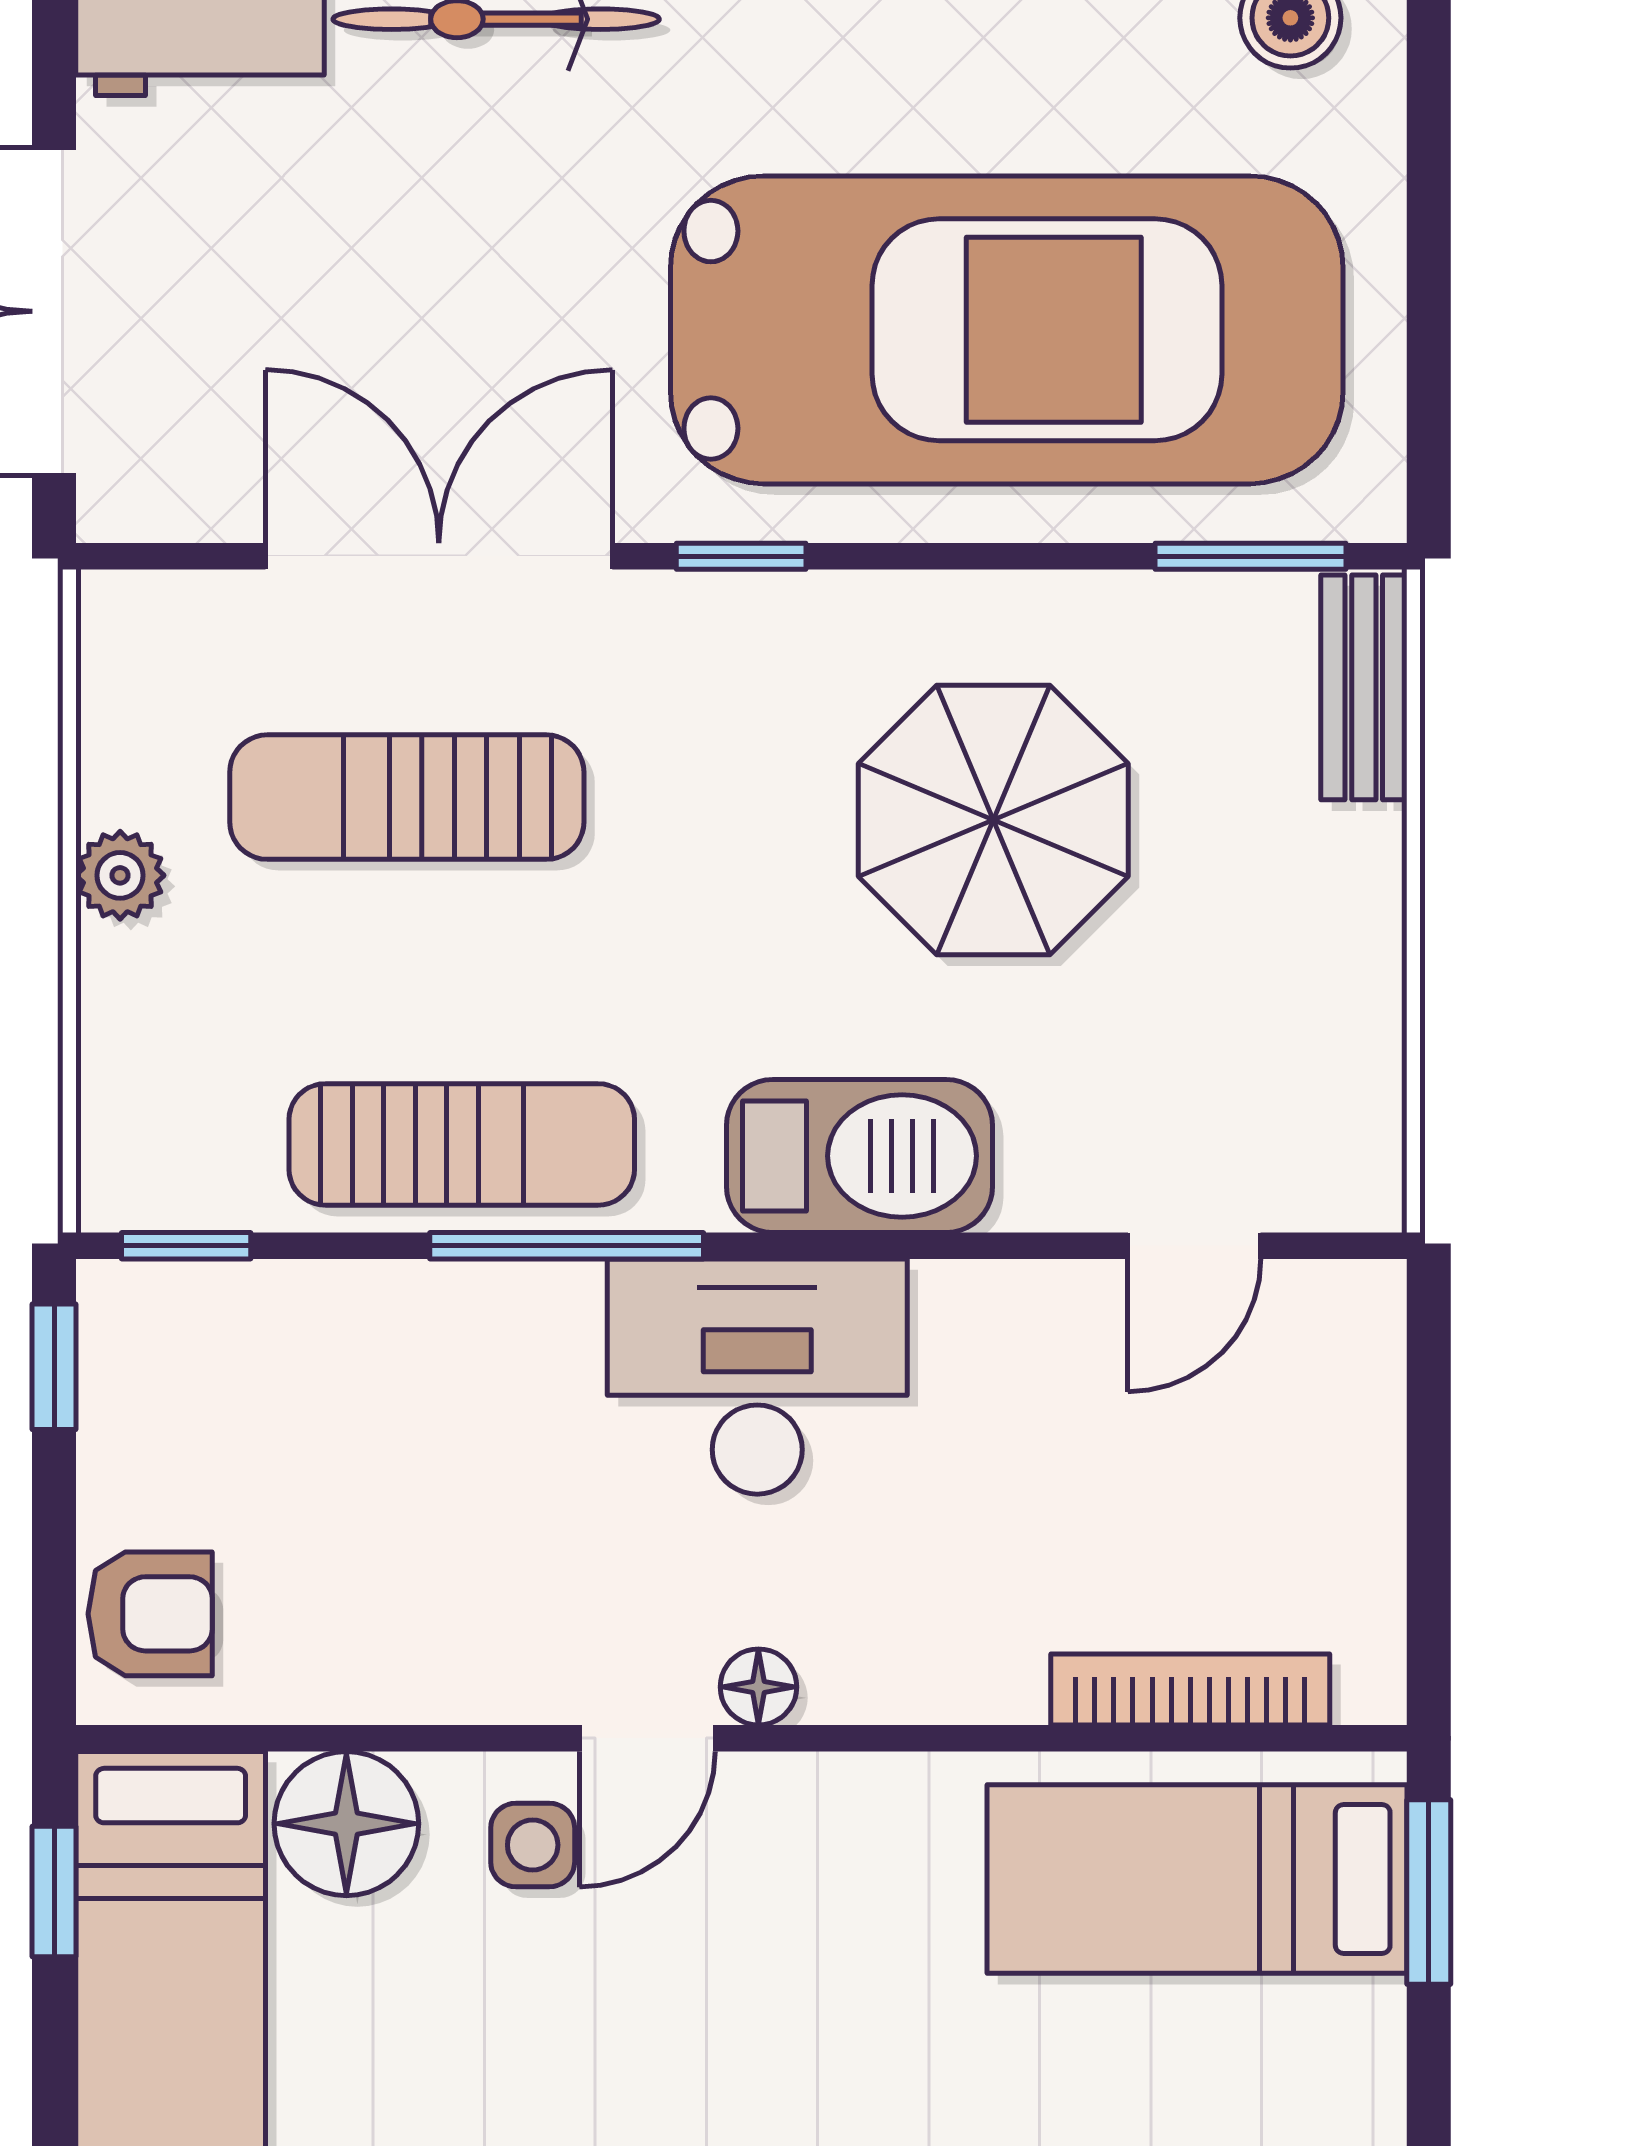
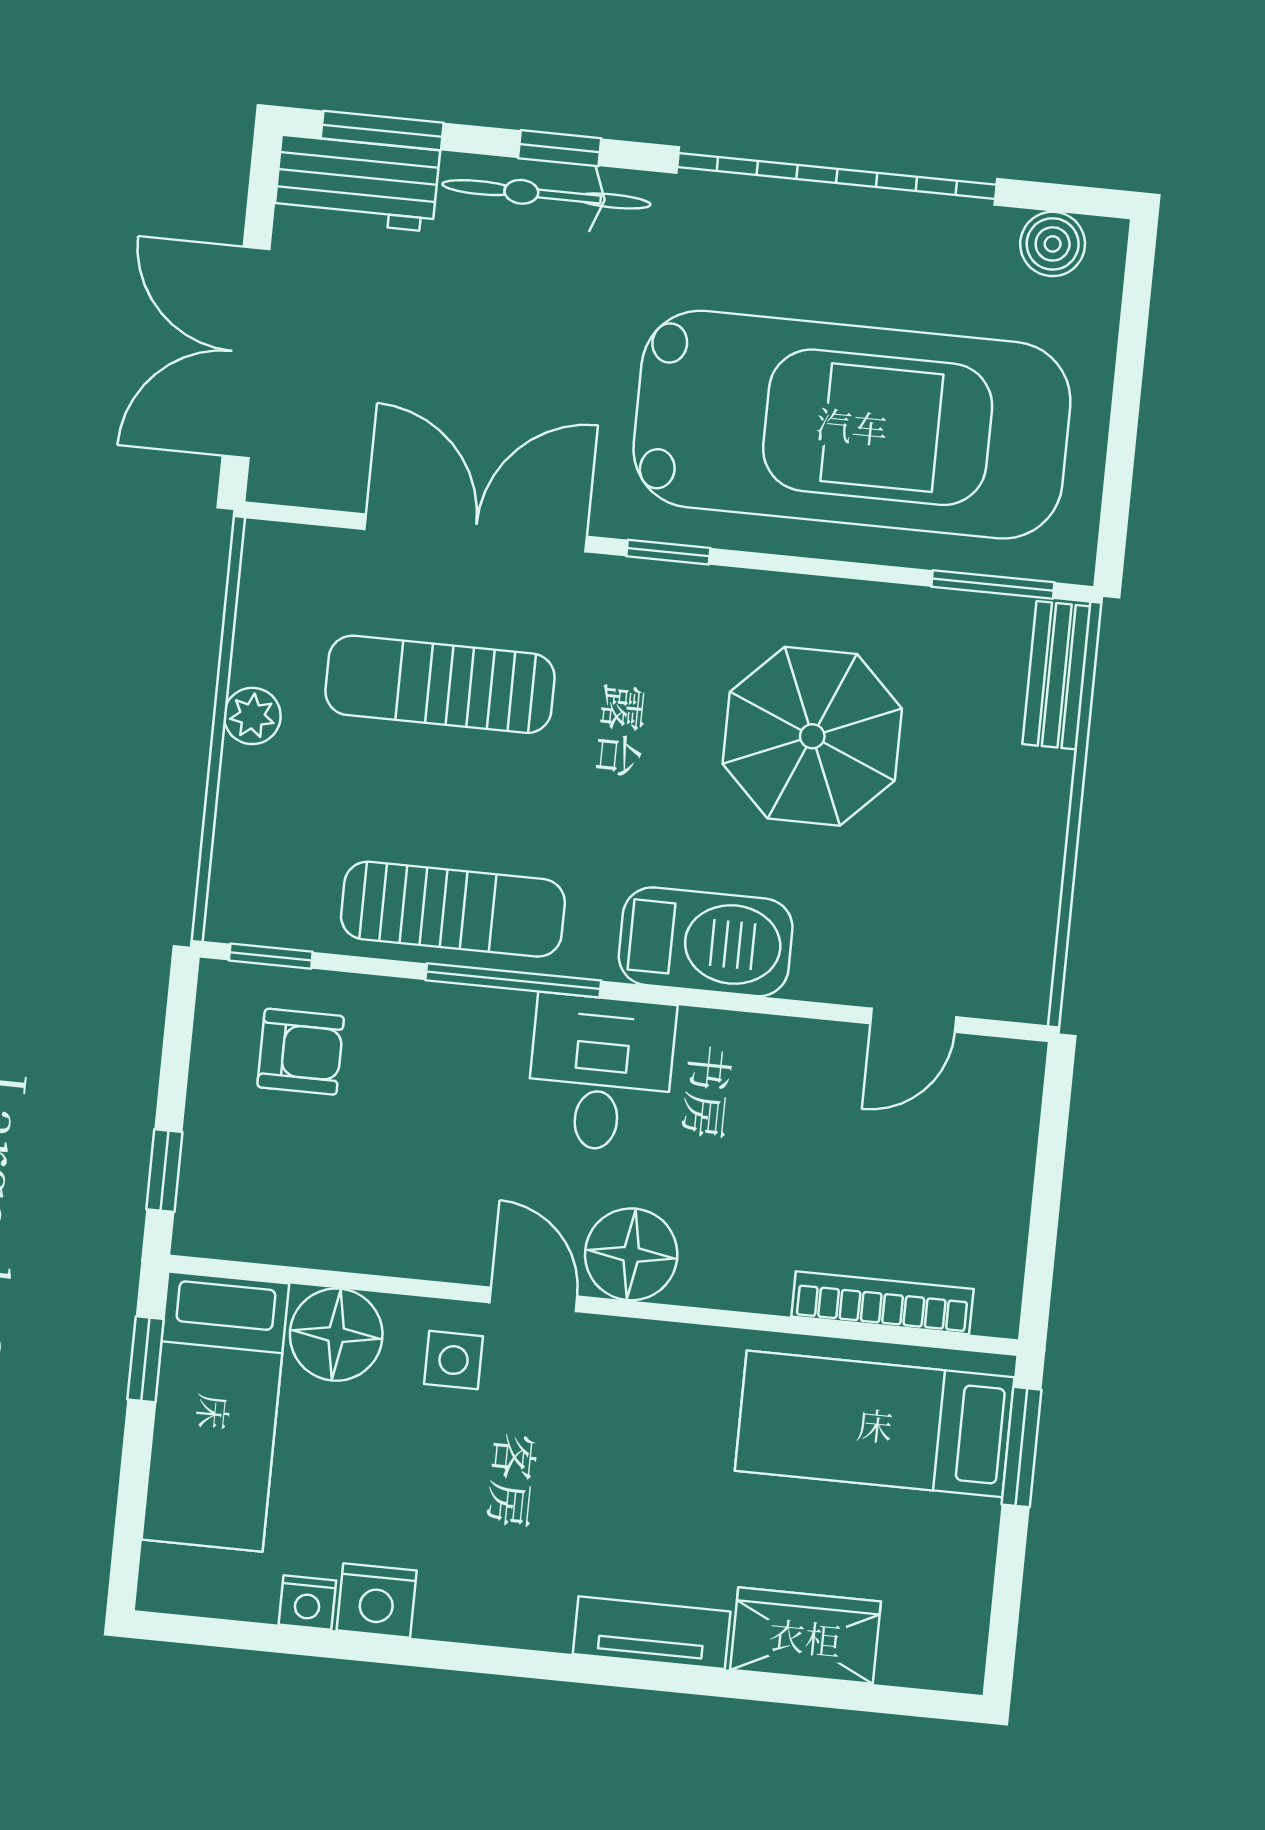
window: (54, 1367) -> (164, 1171), moved
desk: (757, 1377) -> (601, 1073), width x0.73
armchair: (150, 1614) -> (301, 1052), moved
floor lamp: (758, 1687) -> (631, 1254), width x1.89, depth x1.89
door: (647, 1738) -> (533, 1299), swing flipped

